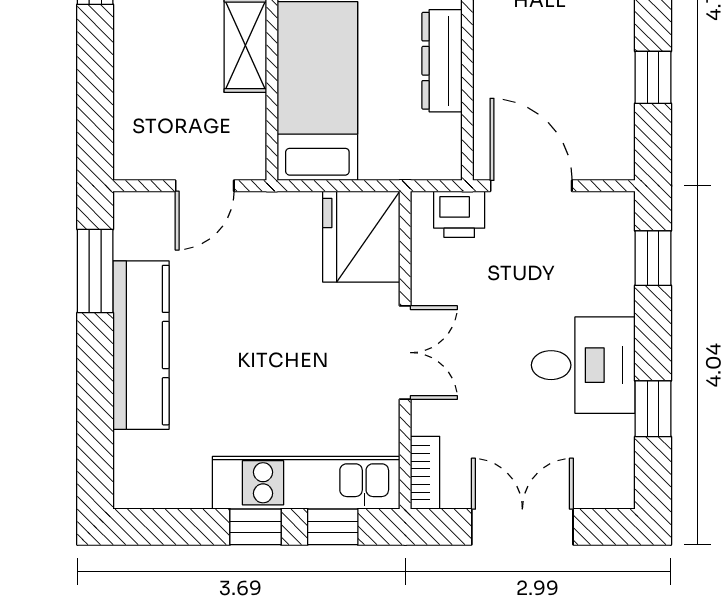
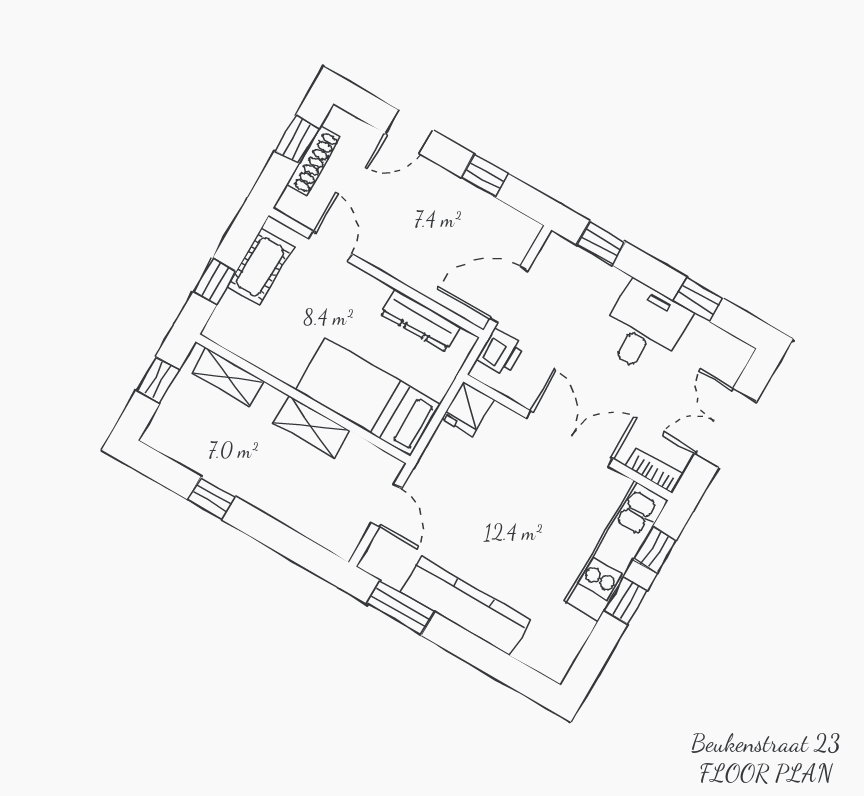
dresser: (442, 61) -> (420, 320), moved
fridge: (361, 237) -> (468, 409), width x0.53, depth x0.75
double door: (405, 353) -> (569, 438), width x1.37

